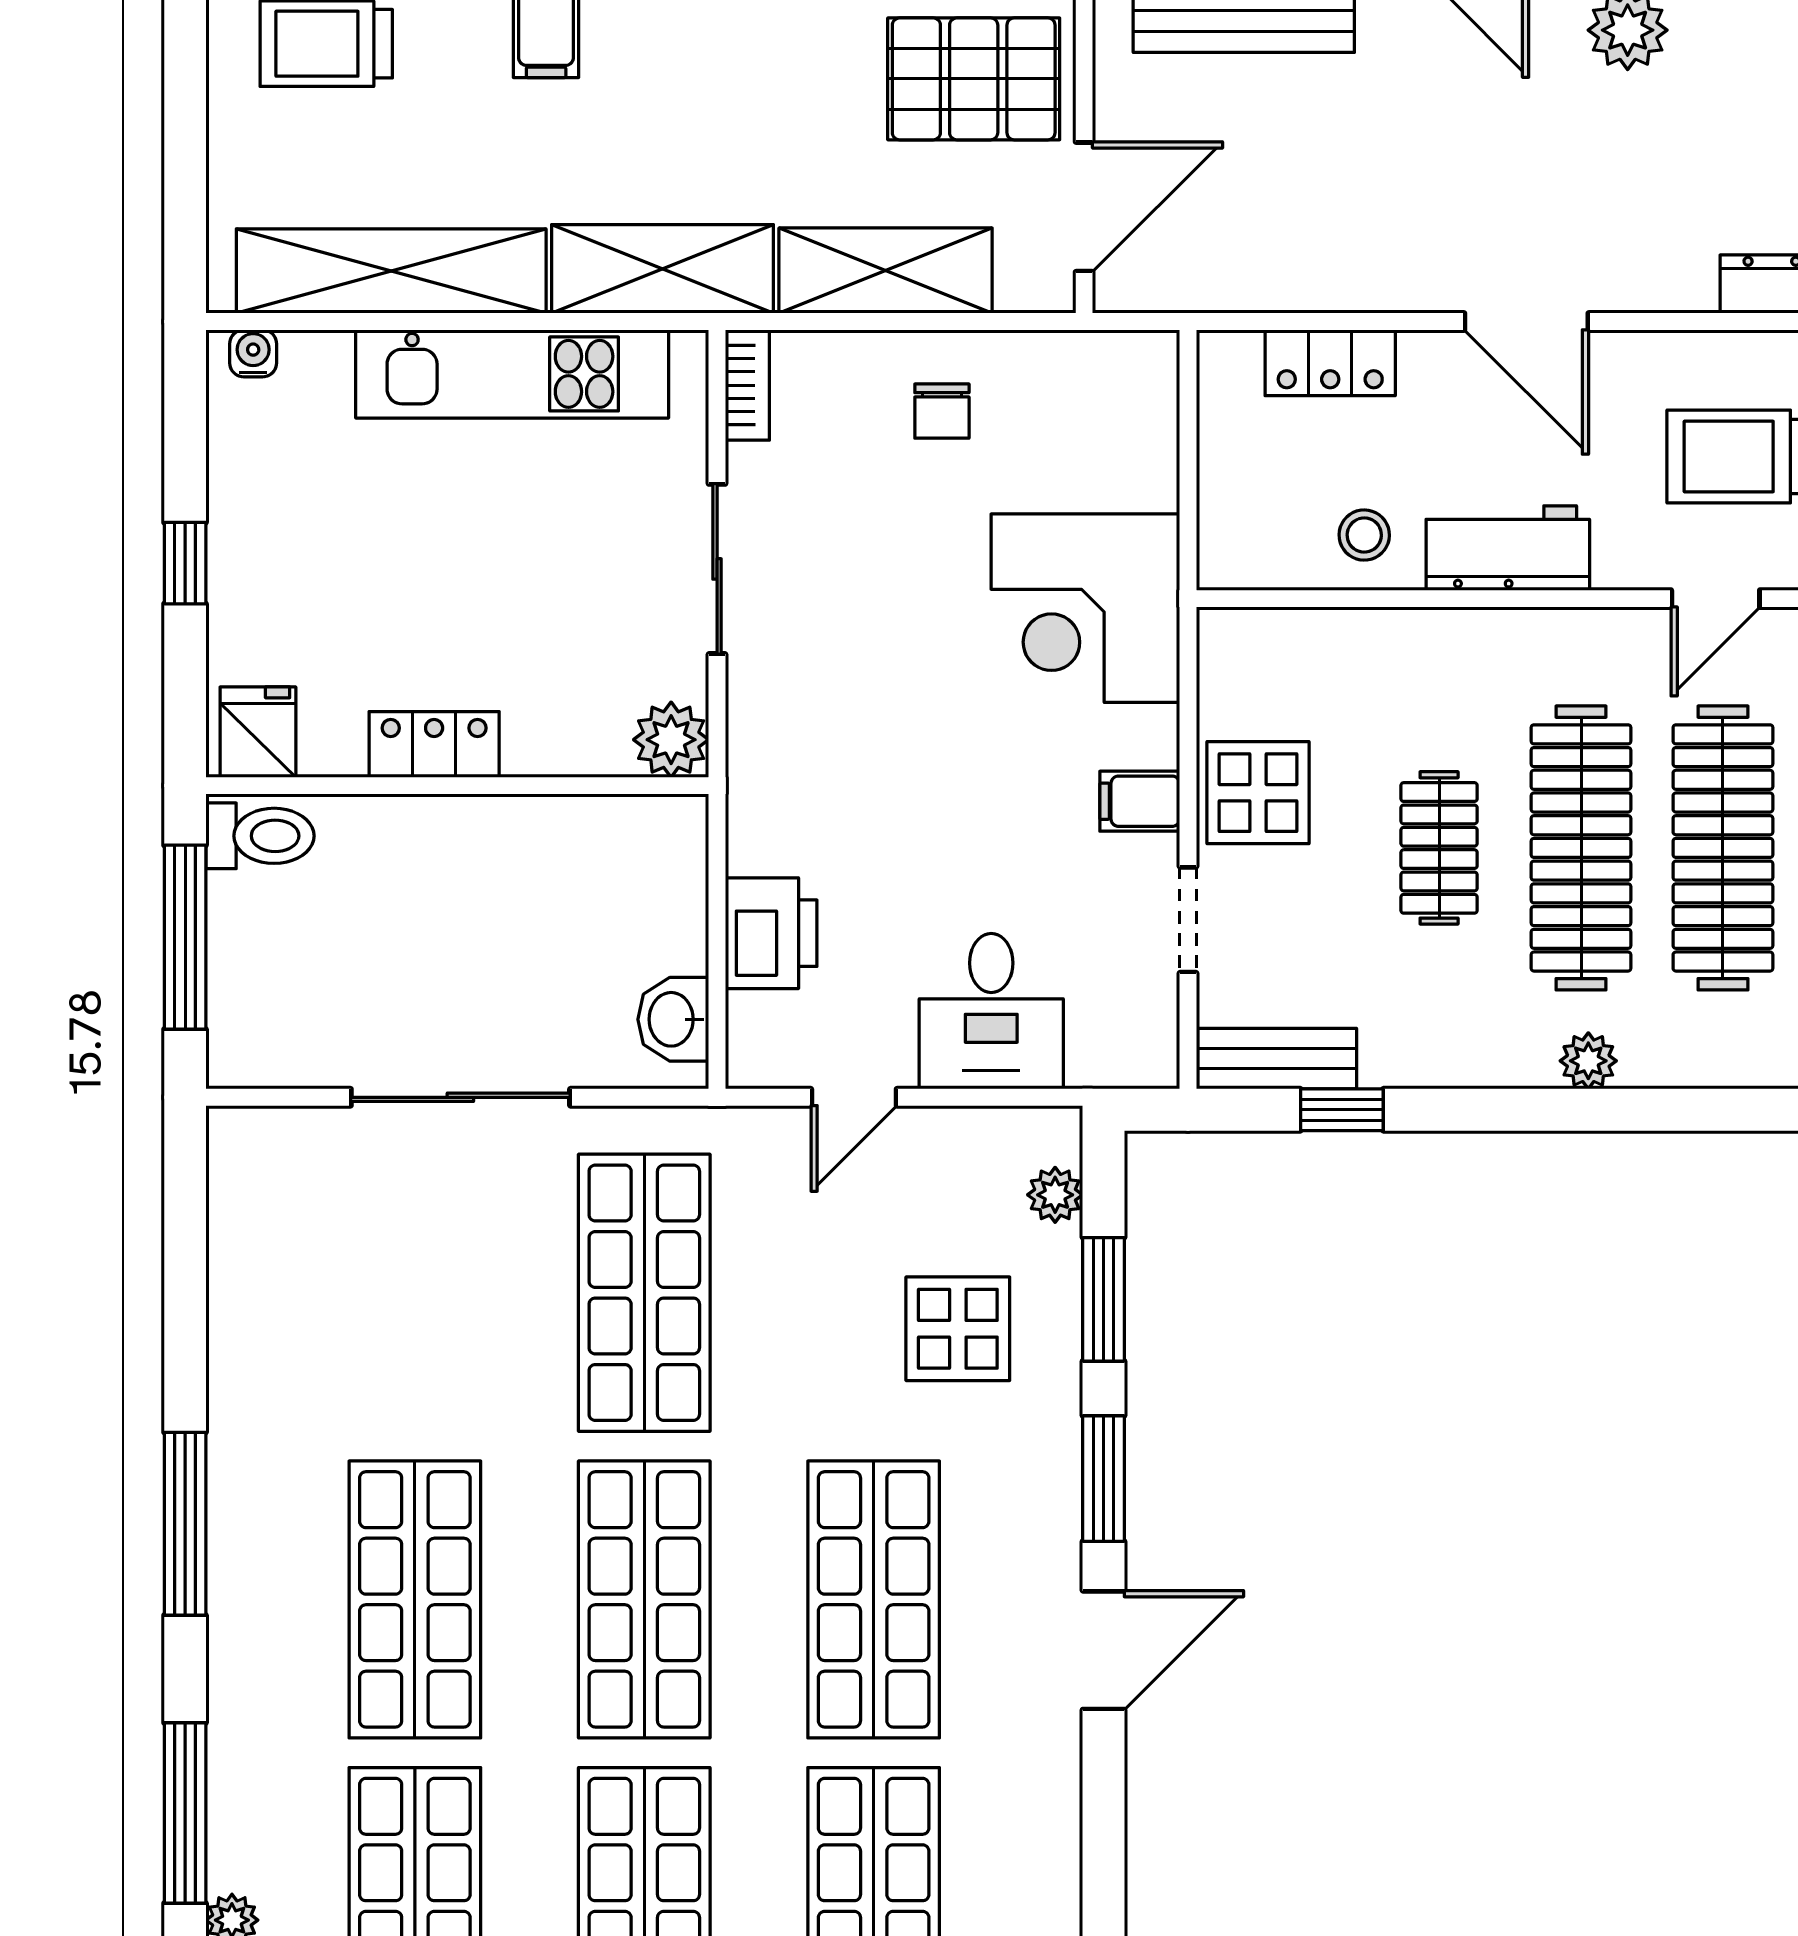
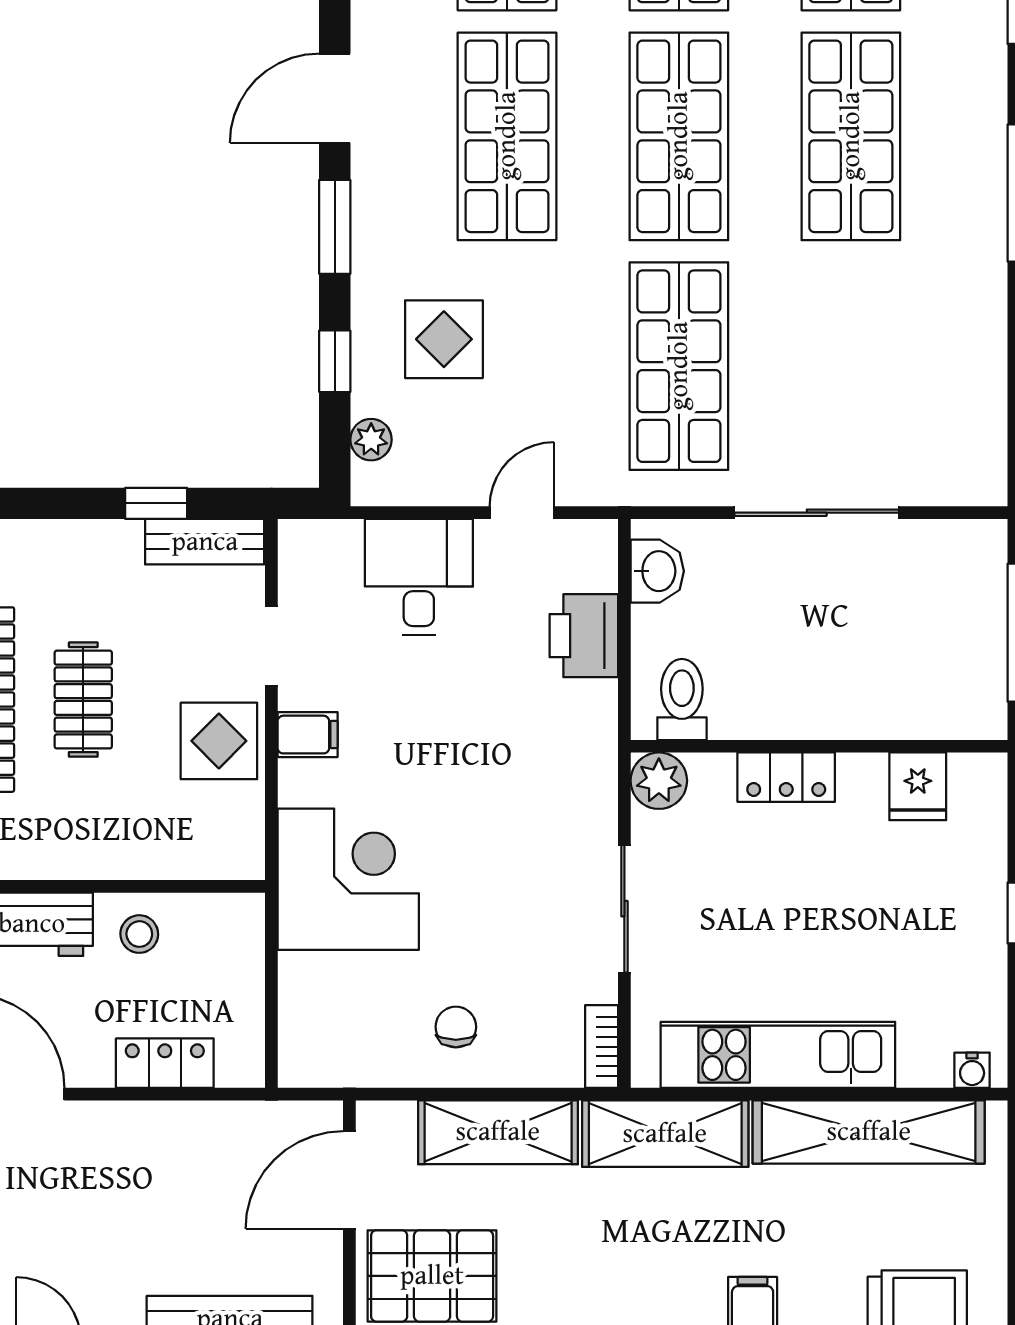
fridge: (258, 732) -> (918, 786), moved
locker: (434, 744) -> (786, 777), moved
toilet: (260, 836) -> (682, 699), moved, turned 90
window: (1103, 1299) -> (335, 361), width x0.67

